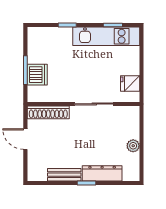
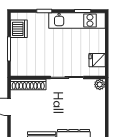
dishwasher: (37, 75) -> (19, 29), moved
plant: (133, 146) -> (100, 84), moved

